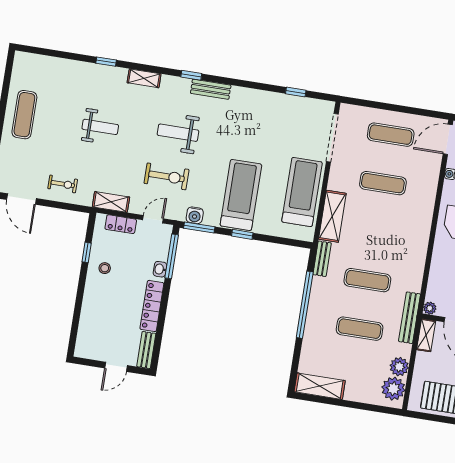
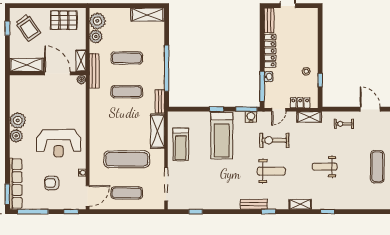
exercise mat: (383, 183) -> (127, 159), width x1.36, depth x1.45
treadmill: (302, 192) -> (181, 144), width x0.73, depth x0.73

